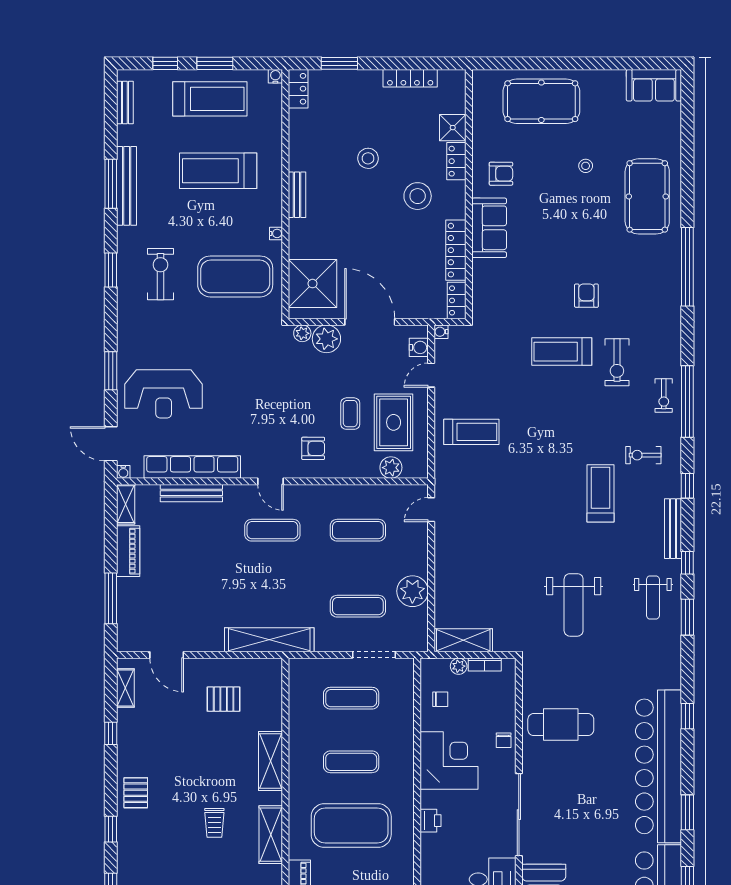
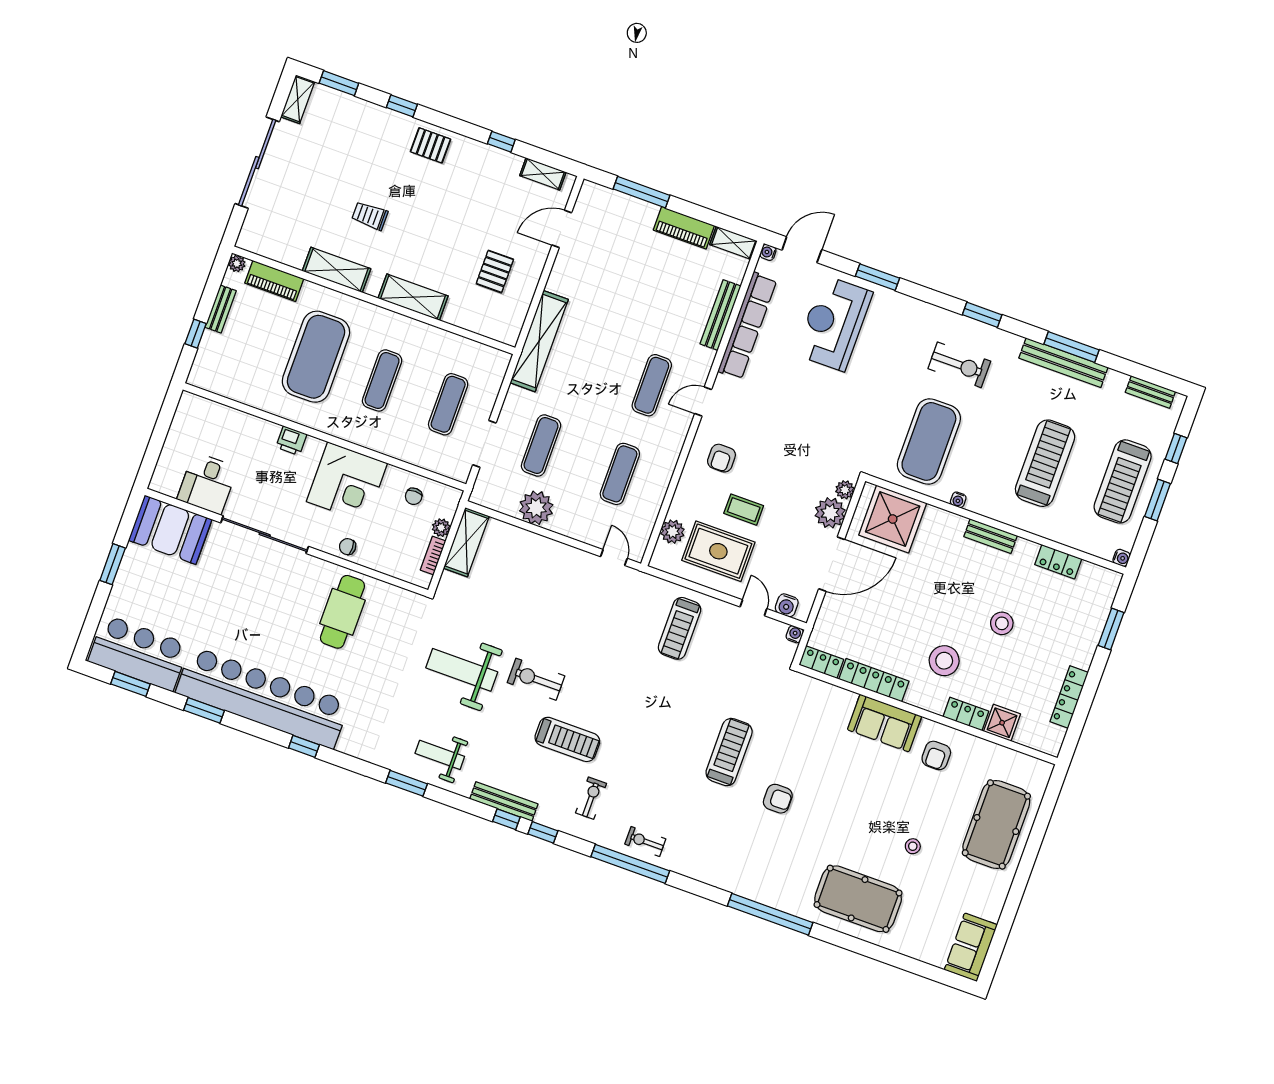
locker: (298, 89) -> (1058, 562), moved
exercise bike: (617, 362) -> (536, 679), moved
window: (687, 563) -> (506, 819), moved

